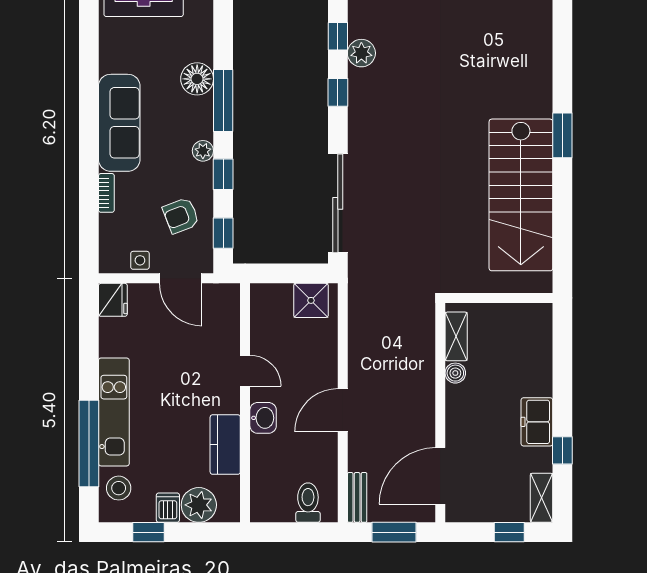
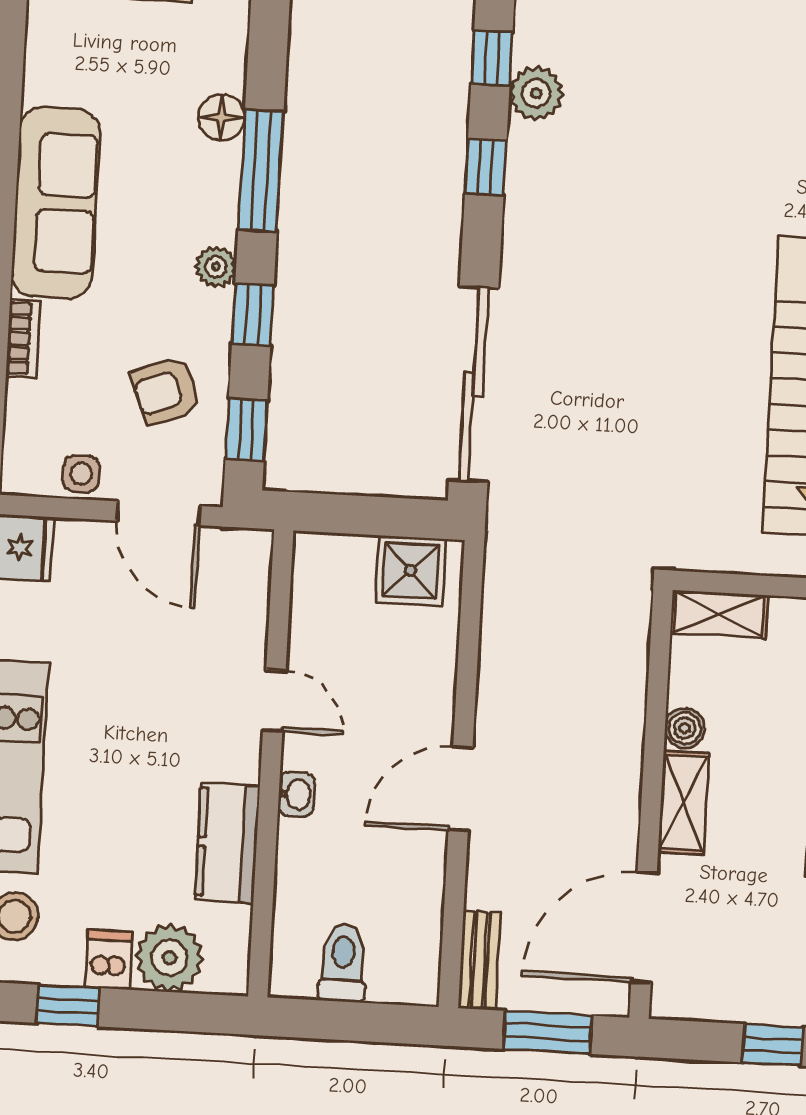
floor lamp: (197, 79) -> (221, 117), width x0.73, depth x0.73
shelving: (456, 336) -> (719, 614), moved, turned 90
shelving: (457, 411) -> (684, 803), added
washbasin: (263, 418) -> (296, 794), width x0.72, depth x0.69
toilet: (308, 503) -> (343, 963), moved

